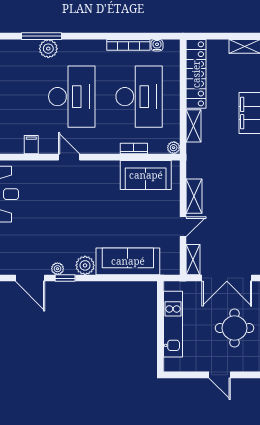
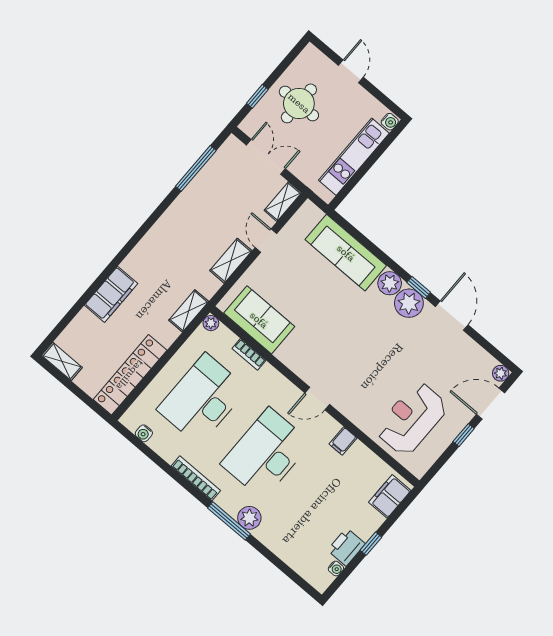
window: (42, 36) -> (229, 521), moved
bookcase: (128, 45) -> (196, 478), moved
shelving: (194, 126) -> (189, 311), moved
door: (69, 157) -> (317, 399), hinge flipped
door: (183, 227) -> (266, 241), hinge flipped
plant: (57, 269) -> (409, 303), width x1.88, depth x1.88
double door: (227, 278) -> (266, 157), width x0.73
water cooler: (169, 364) -> (390, 122), added

